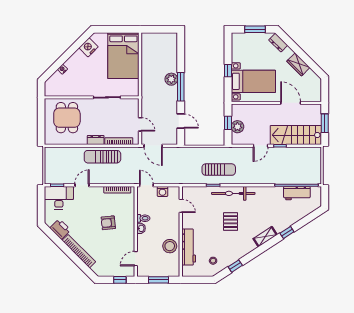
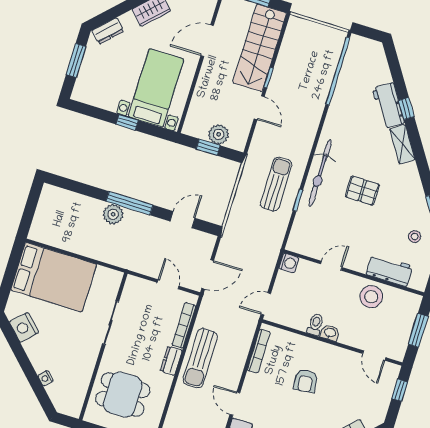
door: (140, 124) -> (168, 284), hinge flipped
washing machine: (162, 191) -> (289, 263), moved
workbench: (297, 193) -> (389, 106), moved, turned 147
door: (181, 206) -> (331, 266), moved
workbench: (189, 247) -> (389, 270), width x0.73

